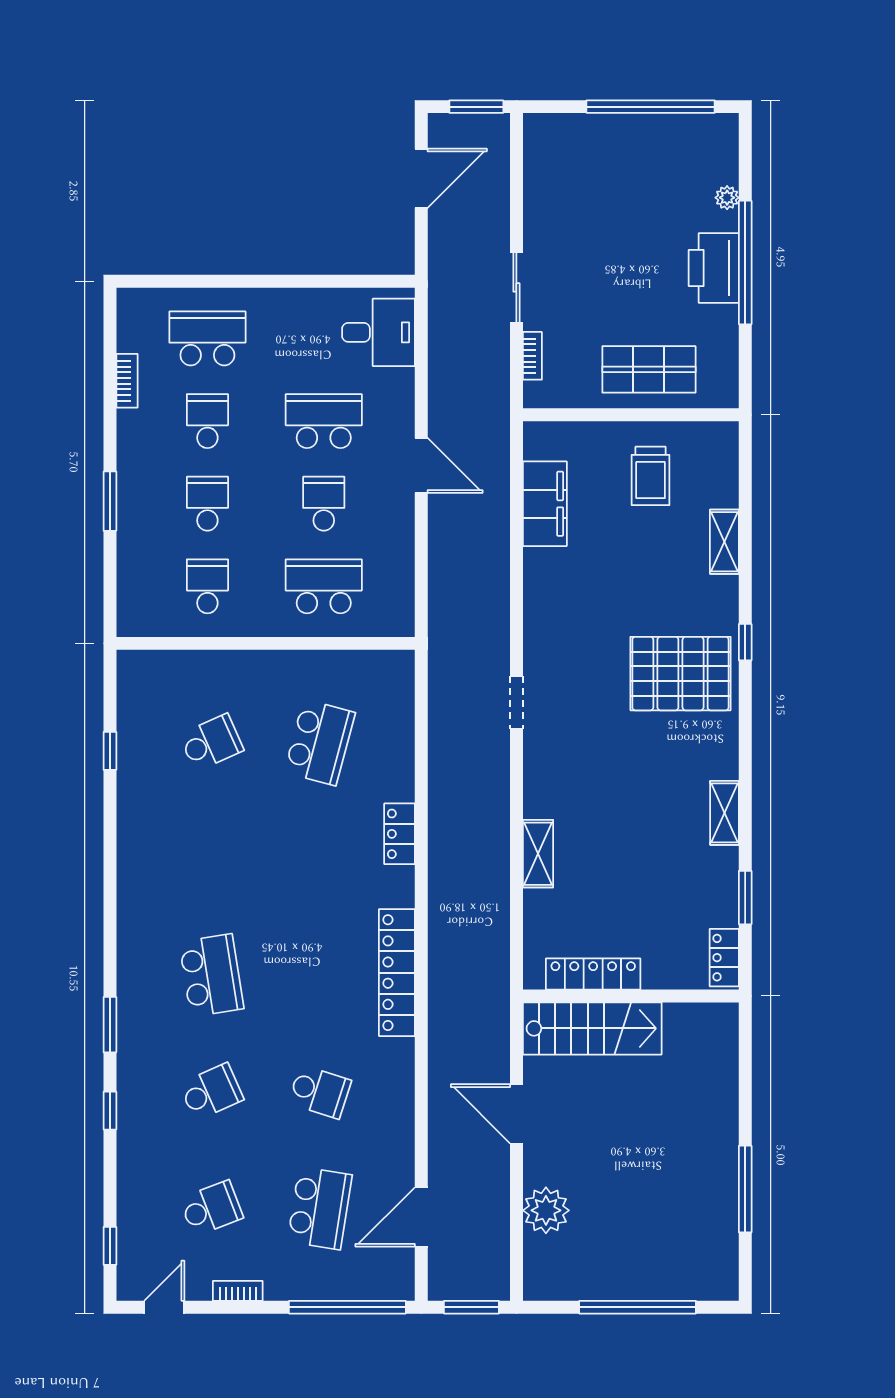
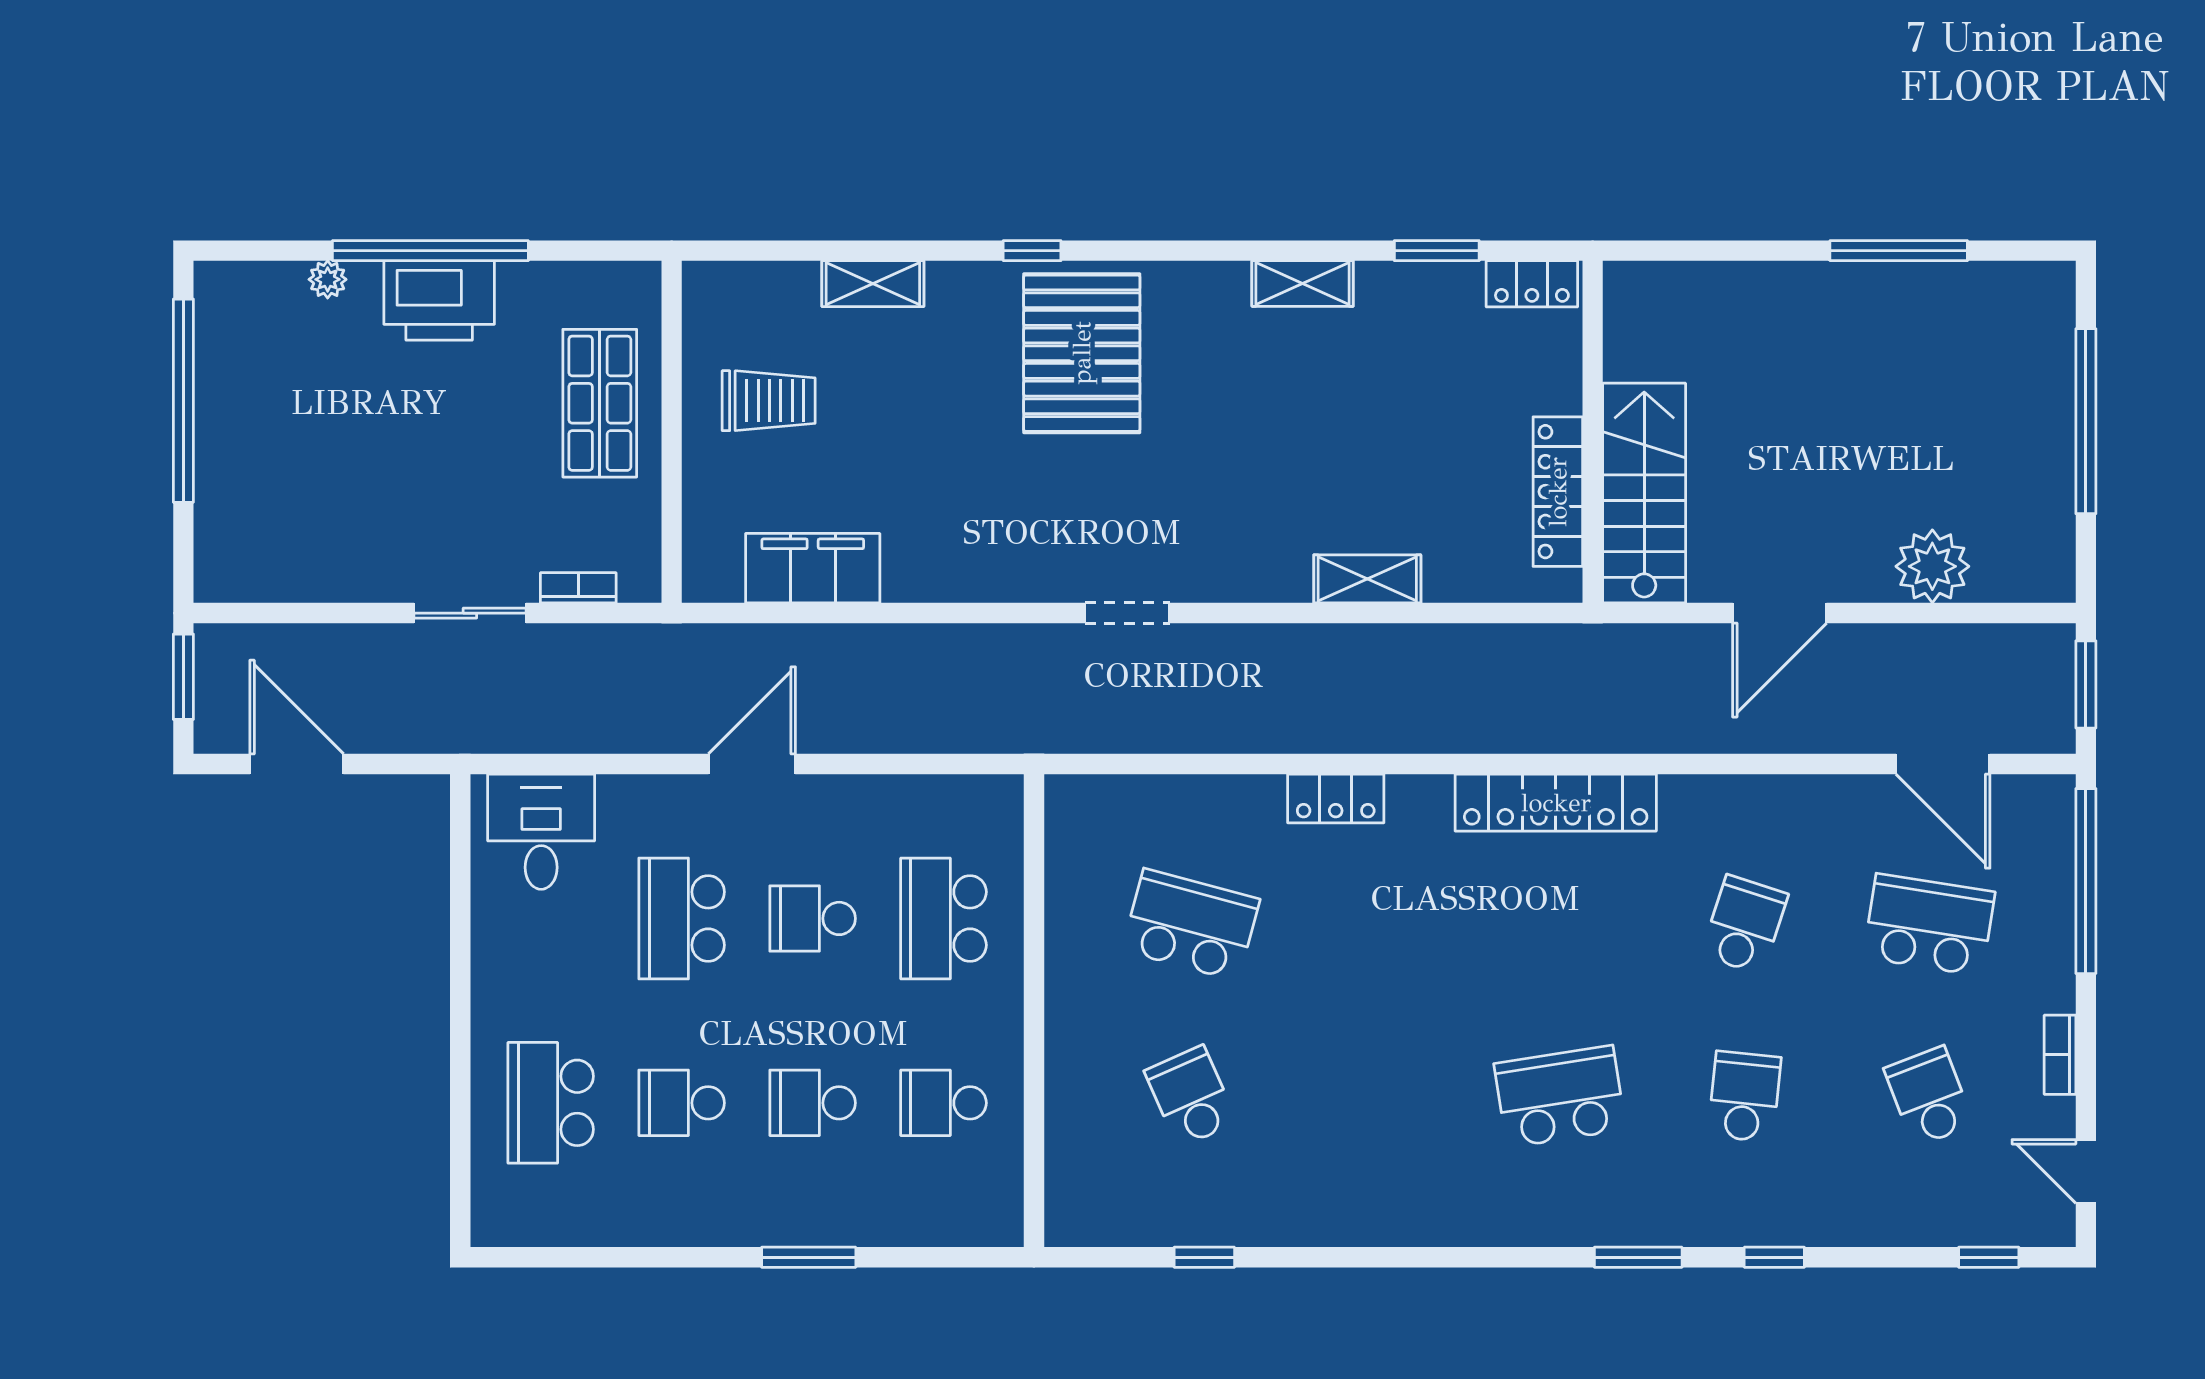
bookcase: (127, 381) -> (618, 1230), removed
school desk: (211, 1092) -> (1744, 1097), turned 30

